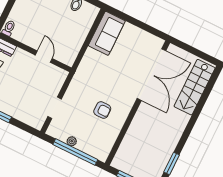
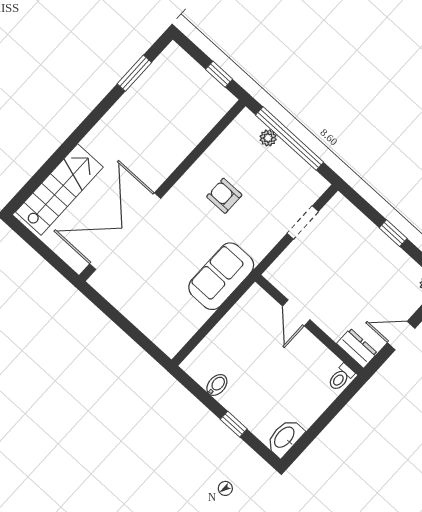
sofa: (107, 33) -> (221, 276), moved
plant: (72, 141) -> (268, 138), moved

